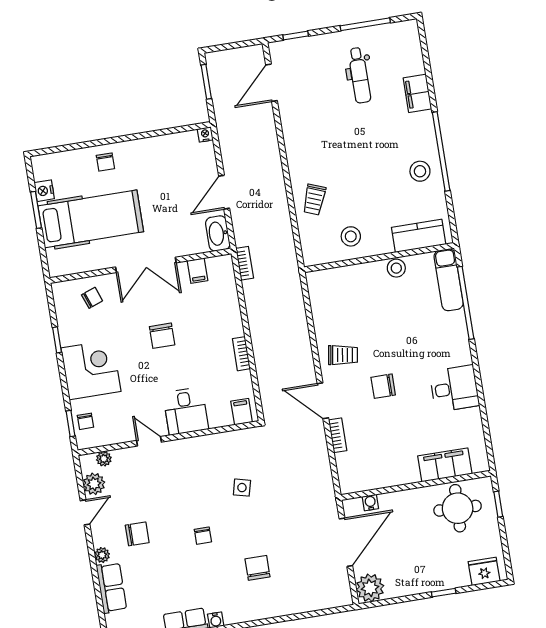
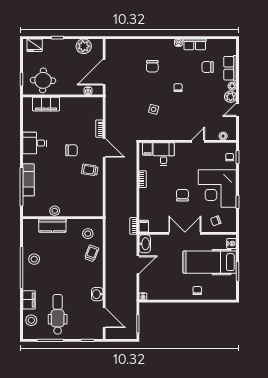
stool: (407, 56) -> (31, 320), added
dental chair: (359, 75) -> (58, 314), width x1.36, depth x1.38
door: (271, 83) -> (104, 318), hinge flipped
washbasin: (292, 125) -> (97, 294), added
nightstand: (44, 191) -> (232, 244), moved
stool: (351, 236) -> (88, 234), moved
kitchen counter: (419, 236) -> (52, 226), moved
filing cabinet: (198, 271) -> (144, 226), moved
exam couch: (449, 280) -> (28, 180), moved
corner desk: (91, 370) -> (217, 189), width x1.36, depth x1.36
desk: (186, 411) -> (164, 154), moved
door: (149, 441) -> (198, 141), swing flipped
plant: (94, 484) -> (230, 97), moved
chair: (137, 534) -> (208, 67), moved
plant: (370, 588) -> (84, 46), moved

